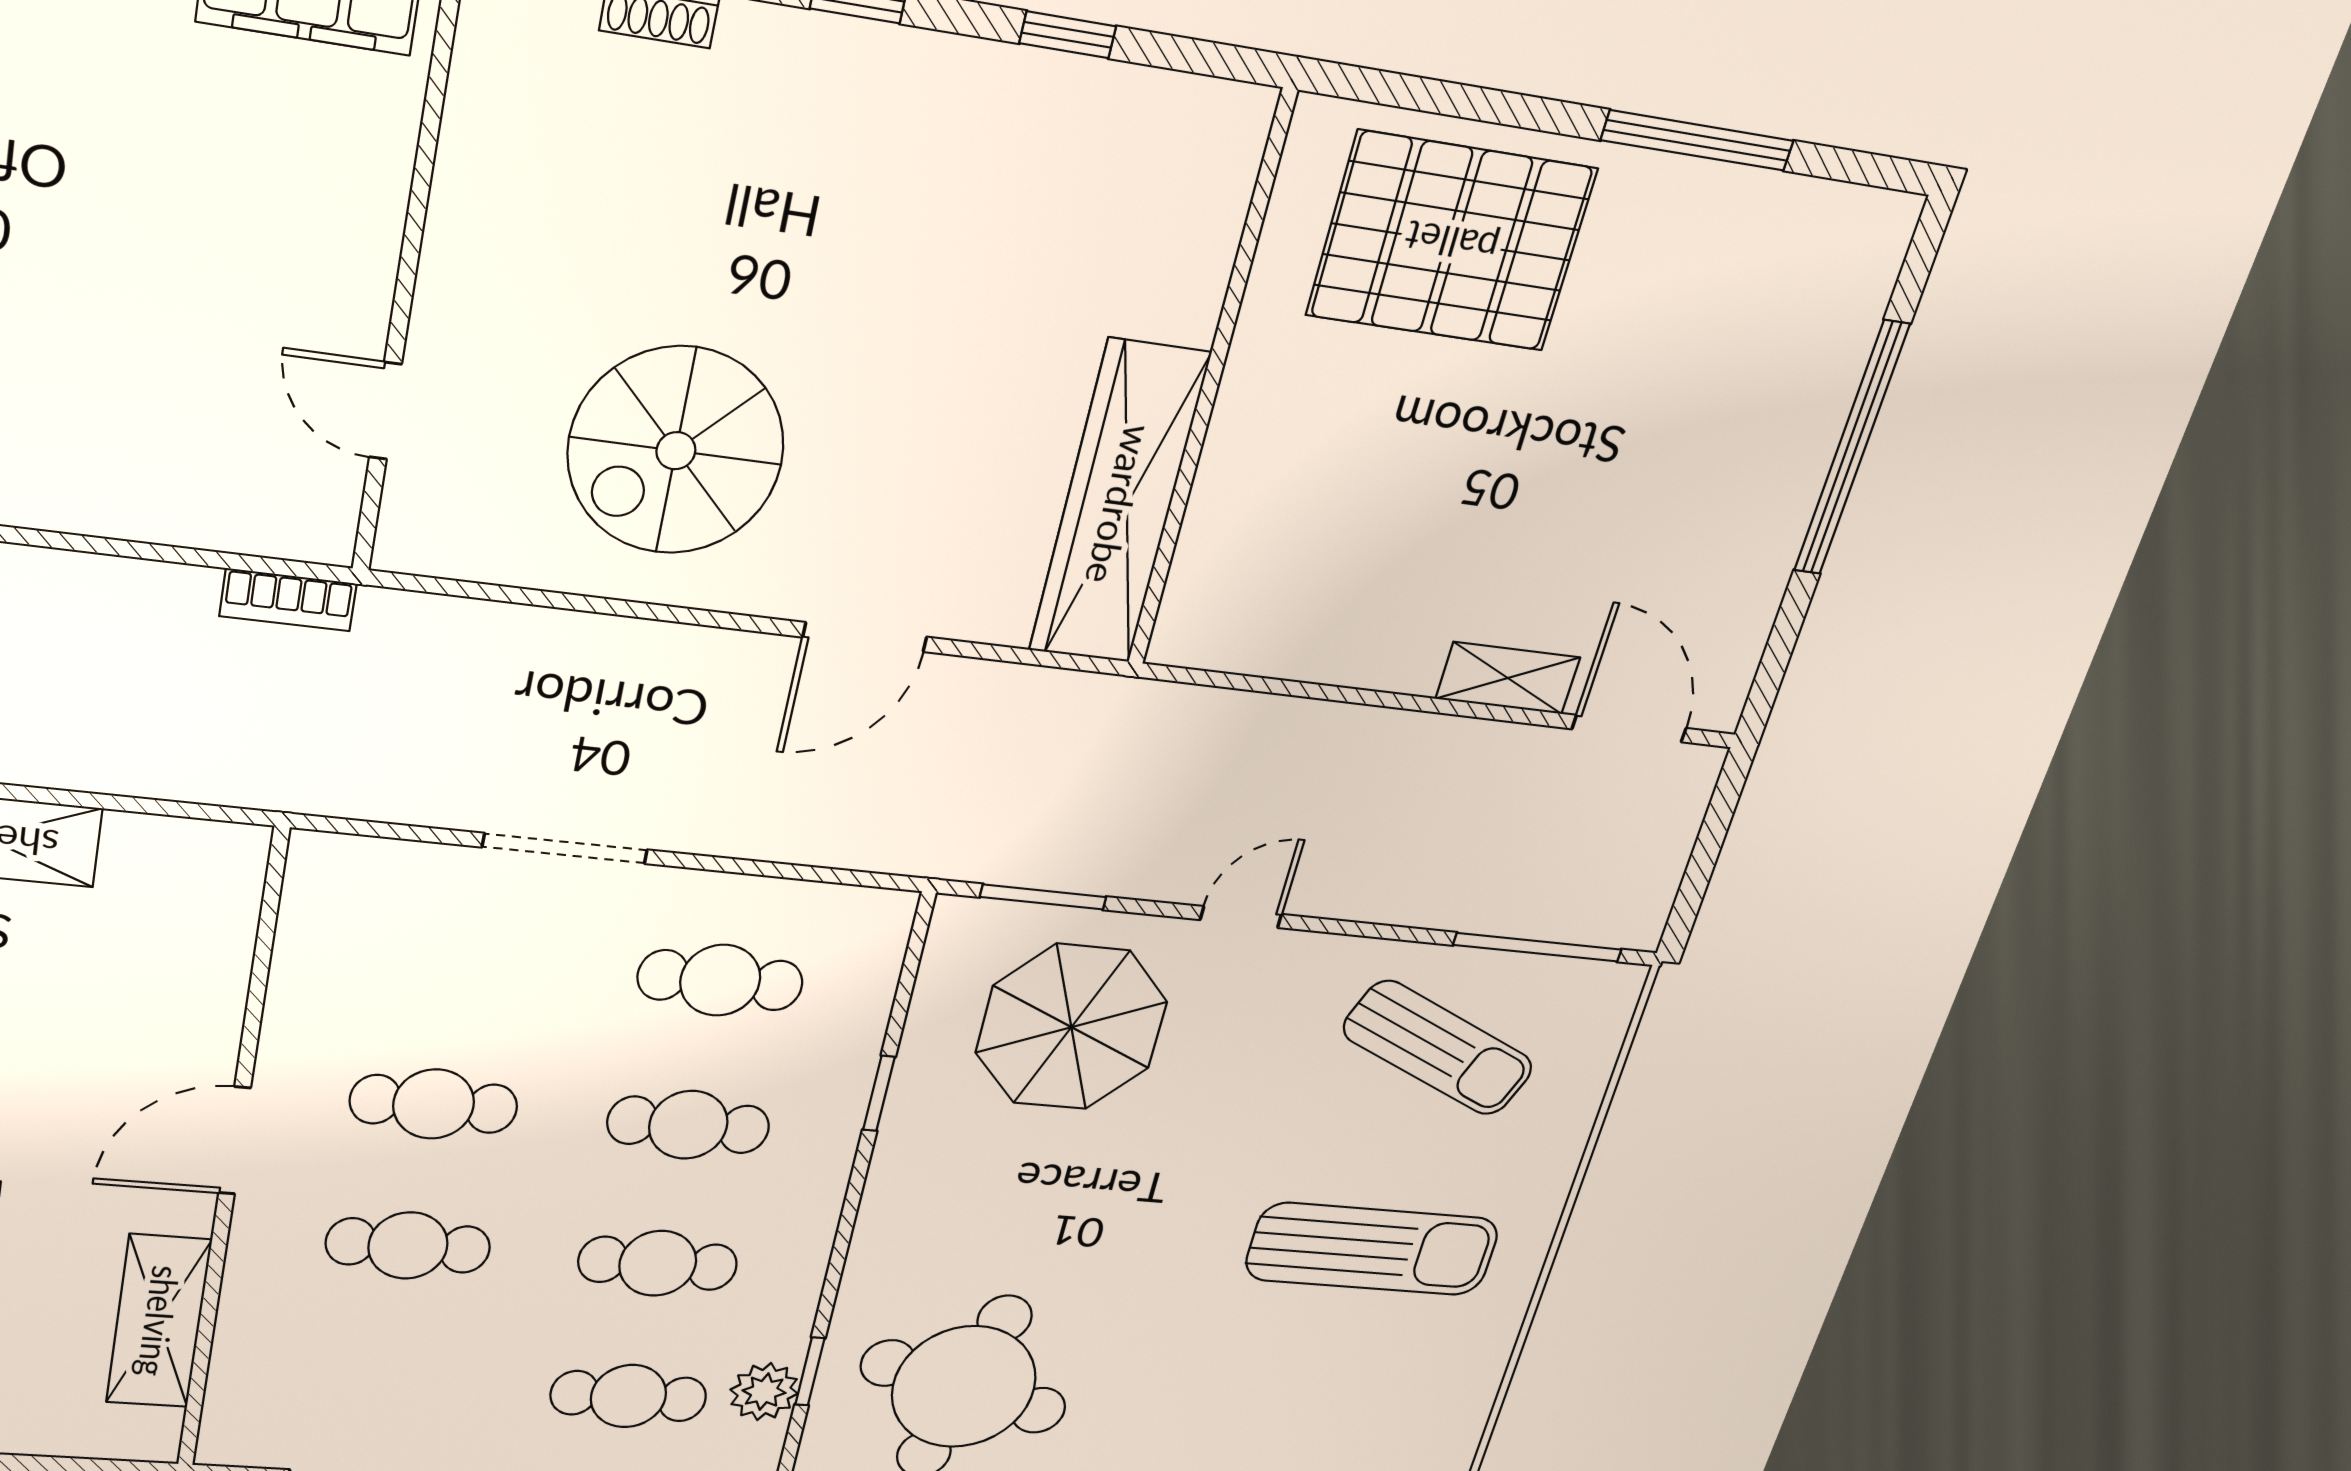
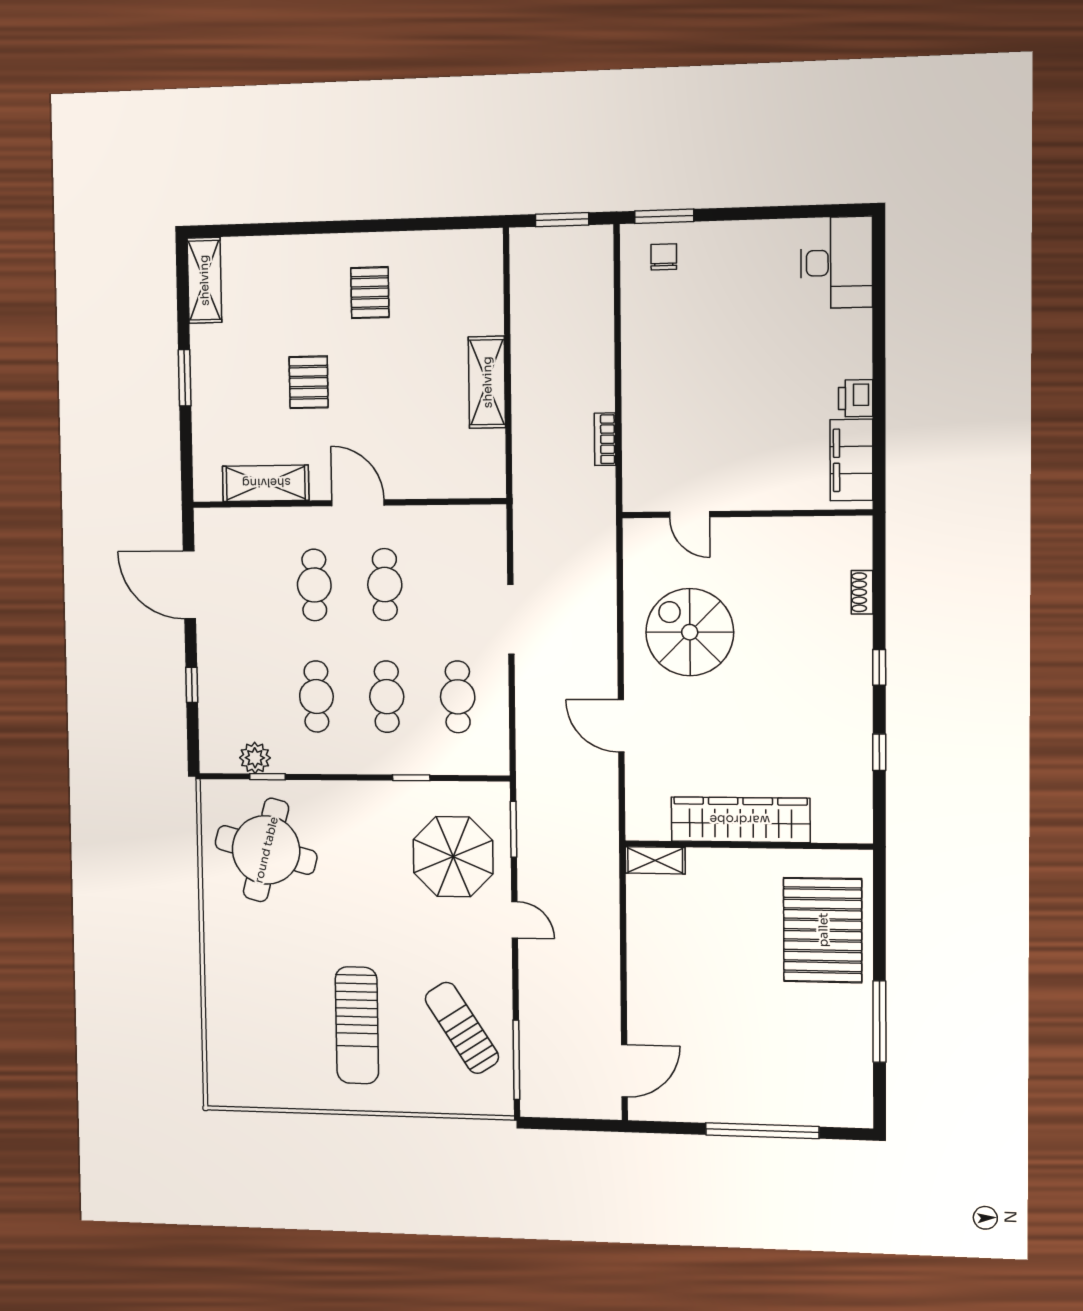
door: (385, 411) -> (690, 514), swing flipped
wardrobe: (1119, 504) -> (740, 820), moved
bookcase: (288, 600) -> (605, 439), moved
shelving: (1508, 678) -> (655, 860), moved, turned 90
sun lounger: (1438, 1048) -> (462, 1028), turned 124
cafe table: (628, 1396) -> (247, 696), removed

